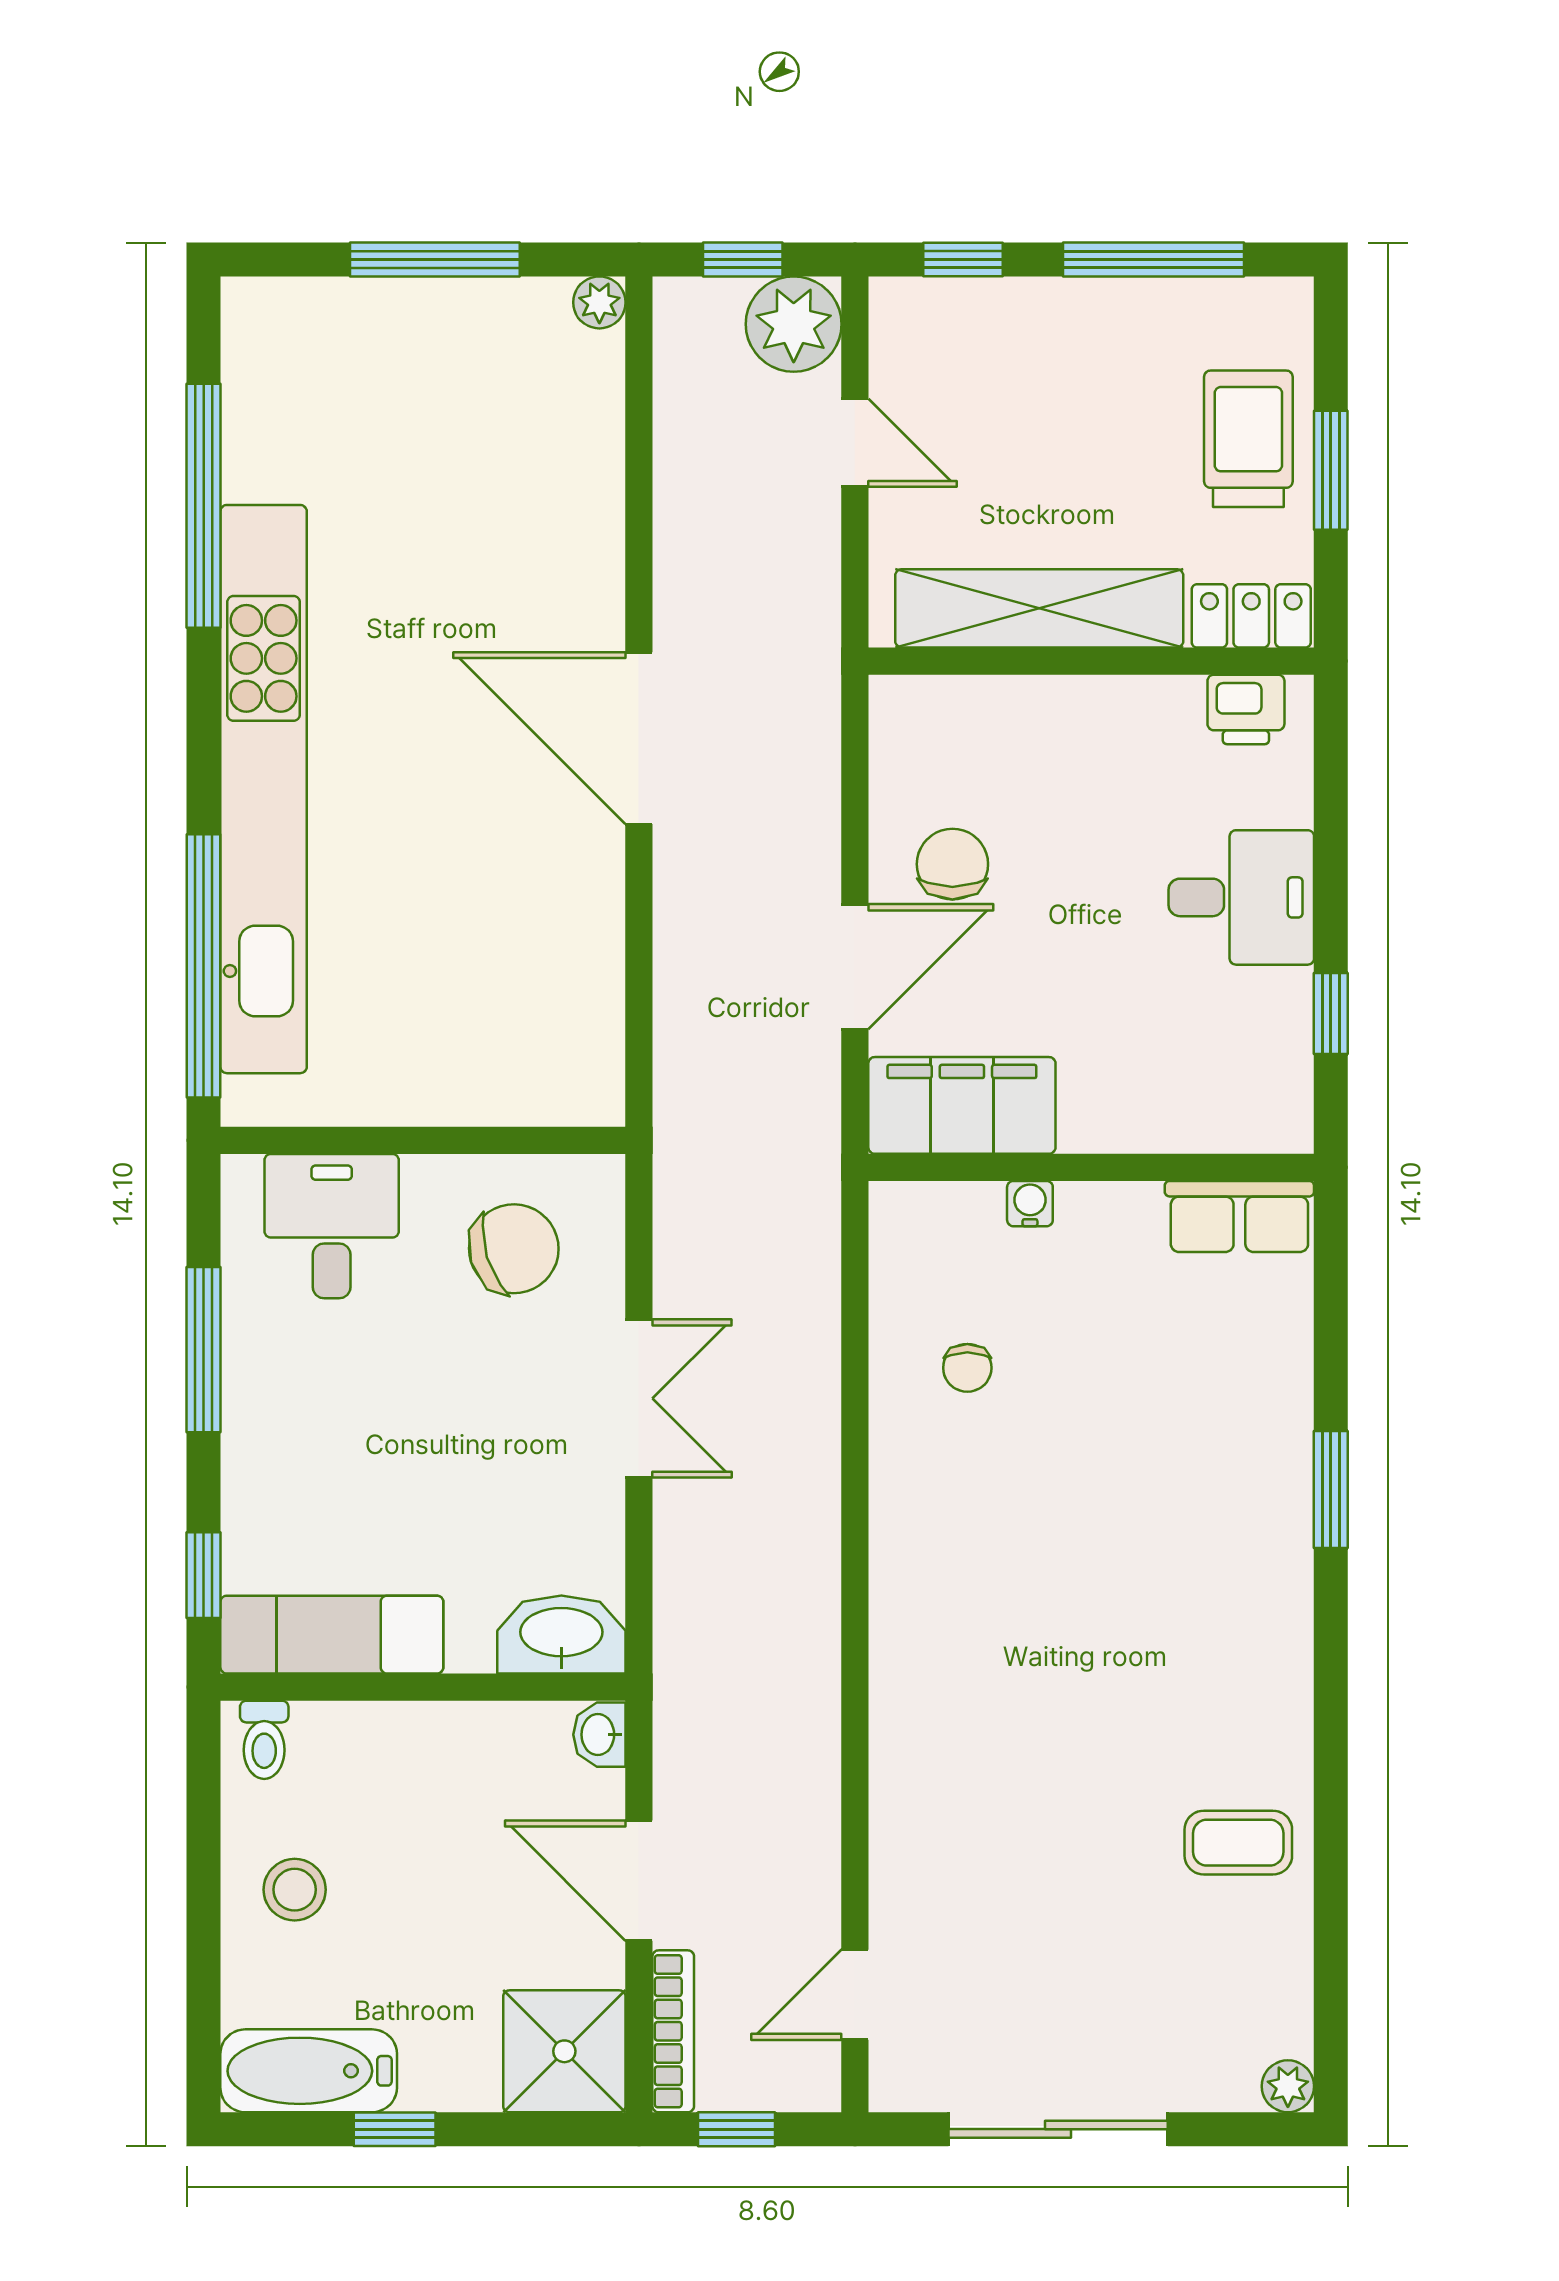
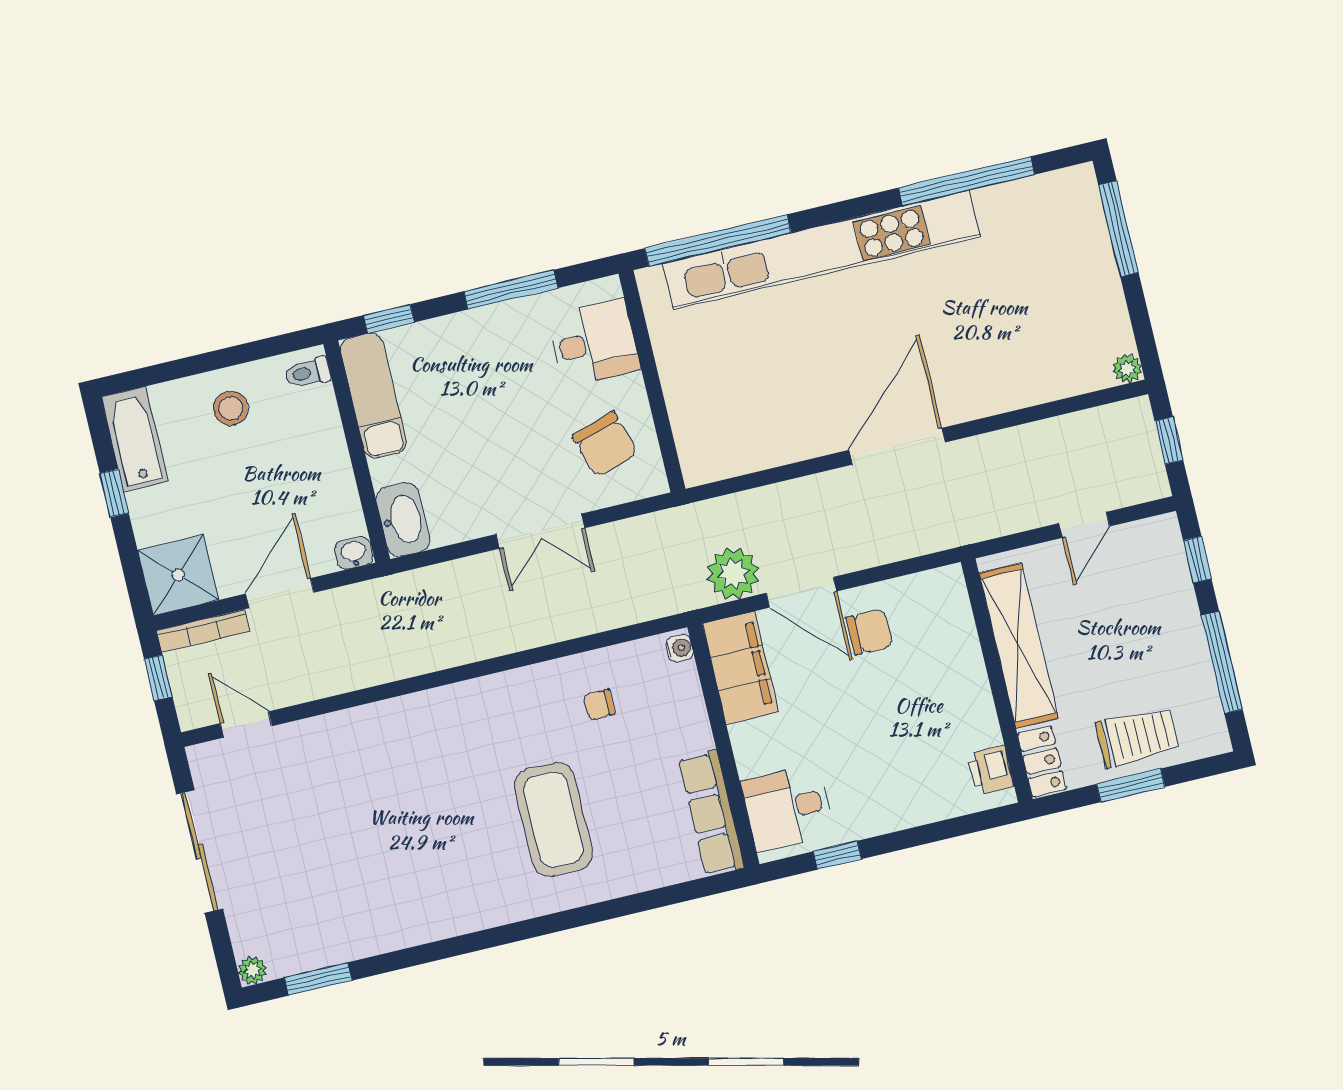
window: (435, 259) -> (1118, 229), moved
plant: (794, 324) -> (733, 574), moved
desk: (1241, 897) -> (787, 808), moved, turned 90
water cooler: (1030, 1204) -> (679, 648), moved
row of seats: (1239, 1216) -> (711, 813), width x1.48
window: (1331, 1489) -> (318, 979), moved
coffee table: (1238, 1843) -> (553, 820), moved, width x1.86, depth x1.72

